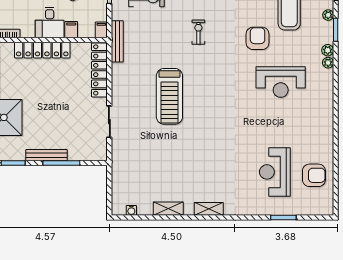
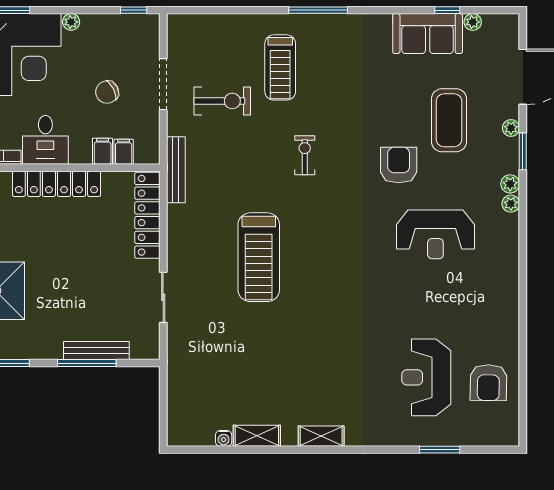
desk: (50, 23) -> (45, 140), moved
filing cabinet: (101, 30) -> (124, 152), moved
bench: (47, 155) -> (96, 351), moved
armchair: (314, 175) -> (488, 383), turned 91
water cooler: (131, 210) -> (224, 438), moved

